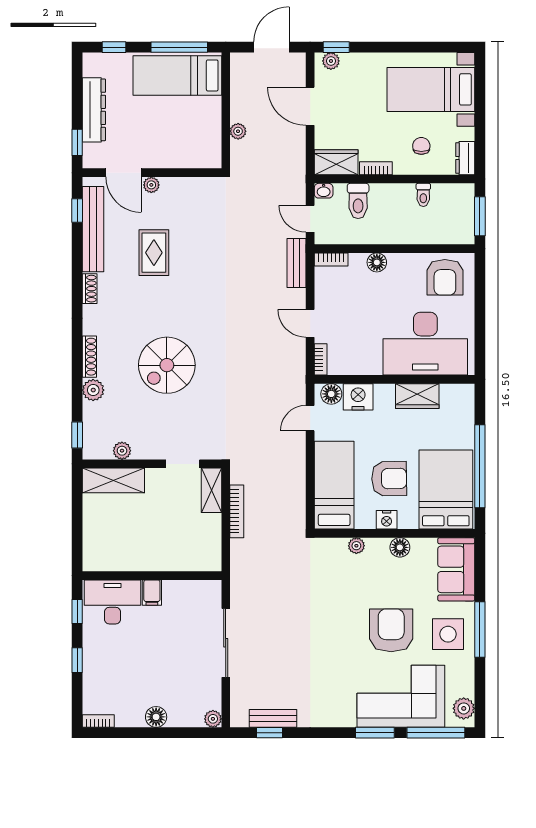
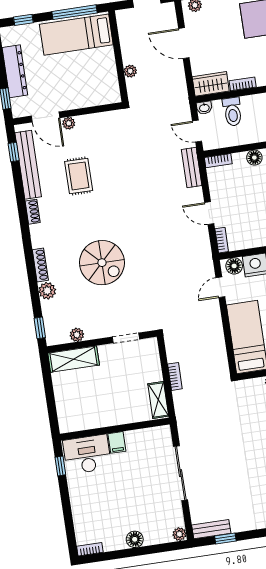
spiral stairs: (167, 365) -> (102, 263), turned -90
shelving: (211, 490) -> (158, 400), moved
bookcase: (237, 511) -> (175, 376), width x0.64
window: (77, 660) -> (66, 504), removed
bench: (273, 718) -> (211, 529), moved

